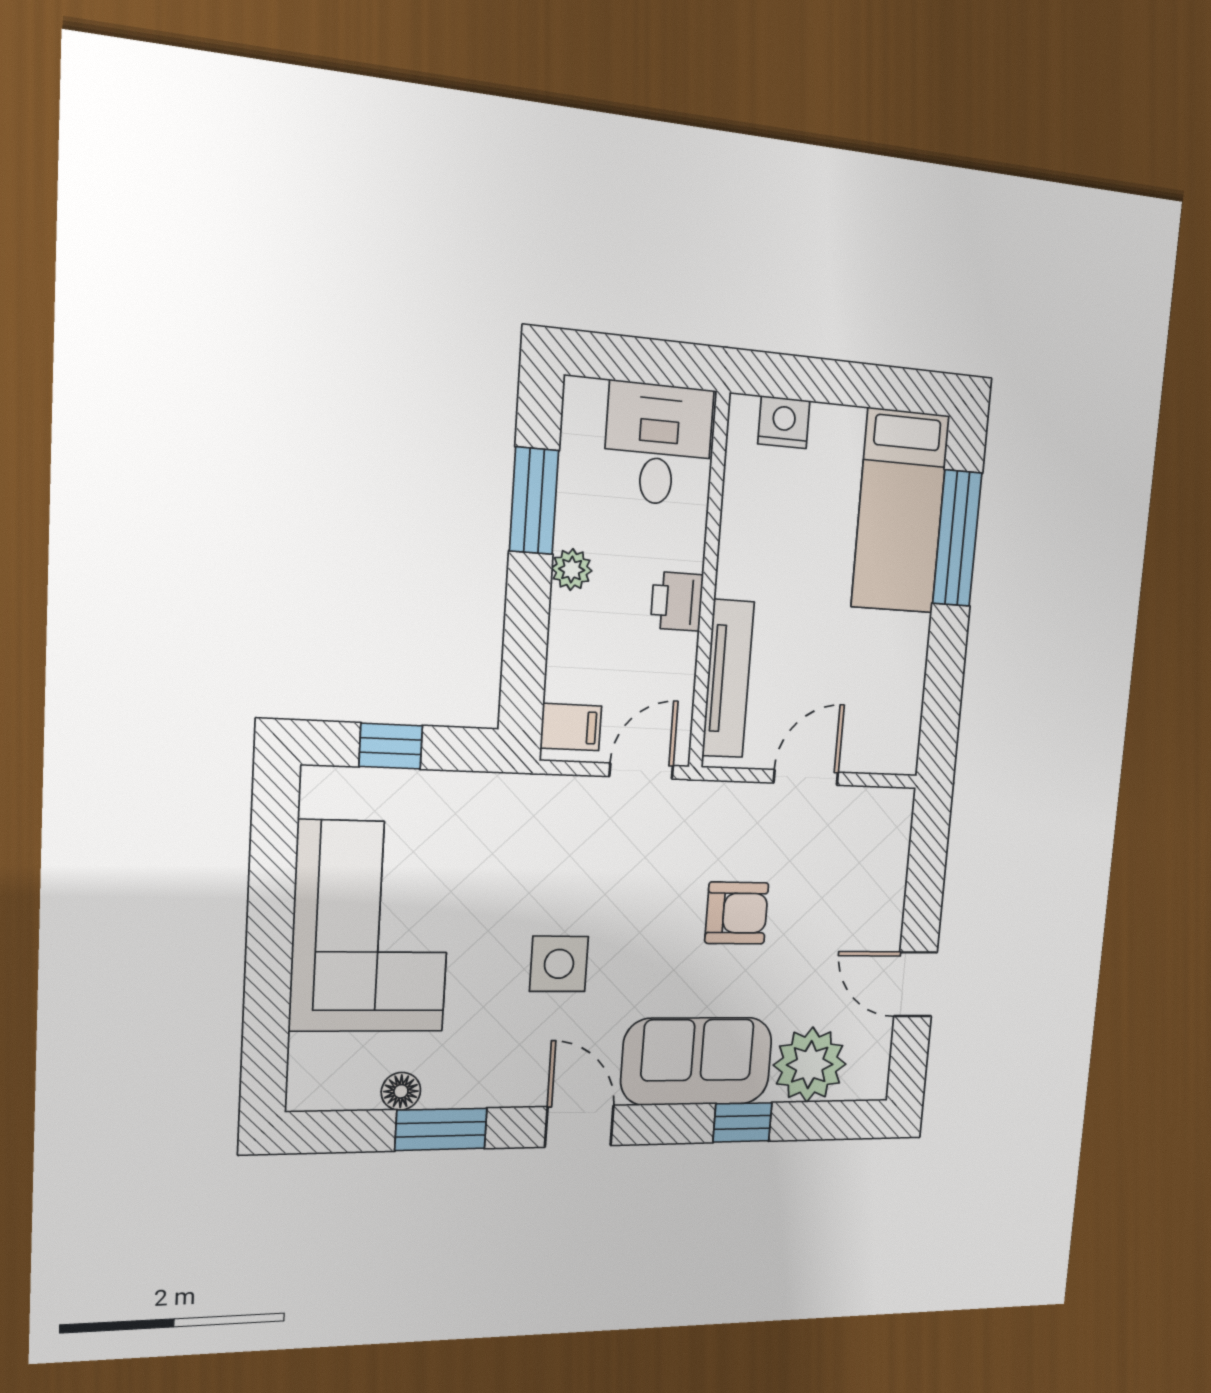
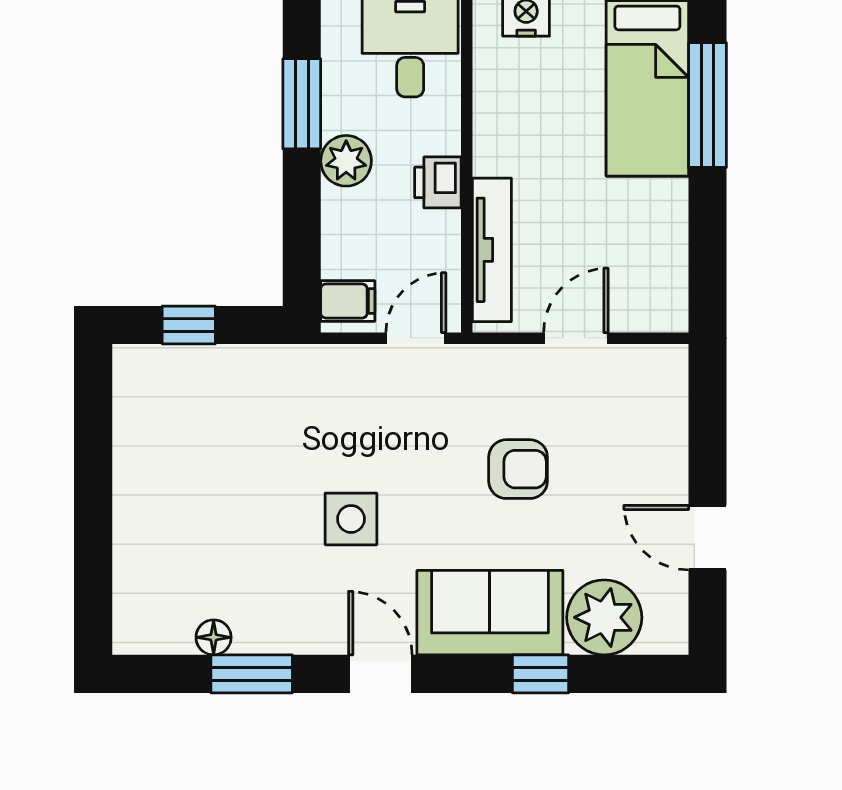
plant: (572, 569) -> (346, 161), width x1.38, depth x1.38
corner sofa: (371, 927) -> (180, 486), removed

